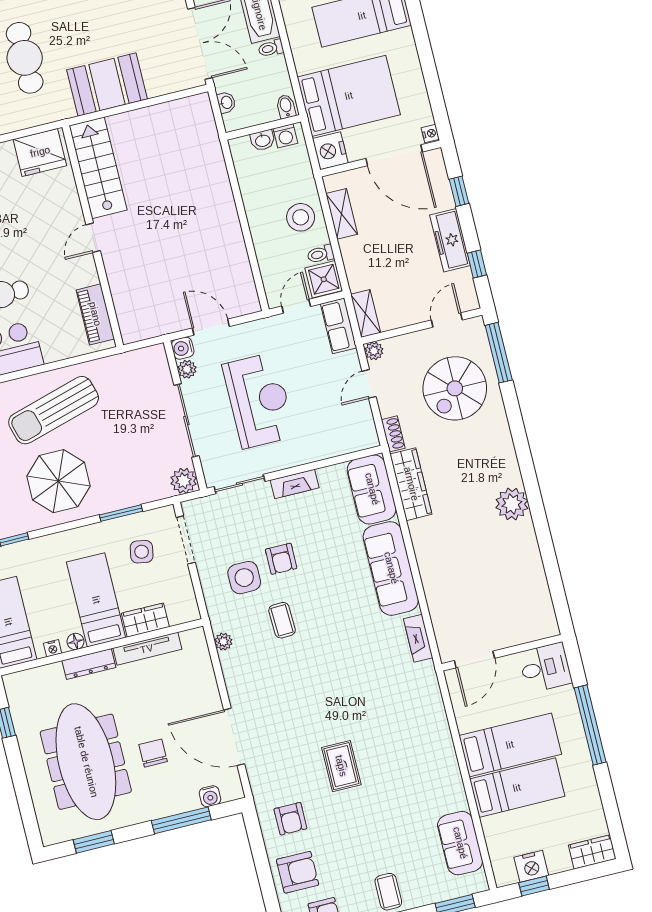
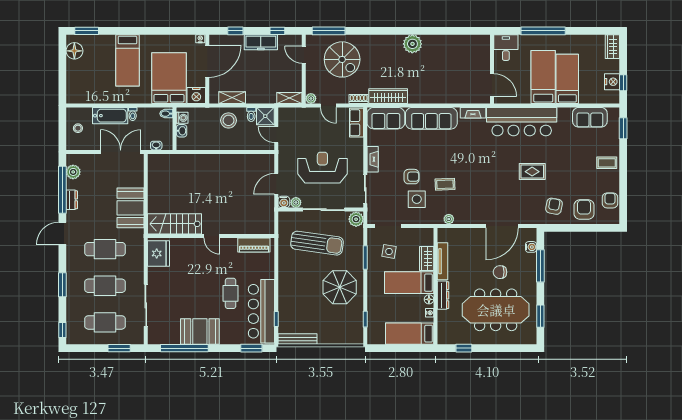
row of seats: (339, 326) -> (356, 123), moved, turned 90
sun lounger: (54, 410) -> (317, 243), moved, turned -66
bar counter: (423, 727) -> (522, 122), added
armchair: (290, 819) -> (554, 206), turned -79

